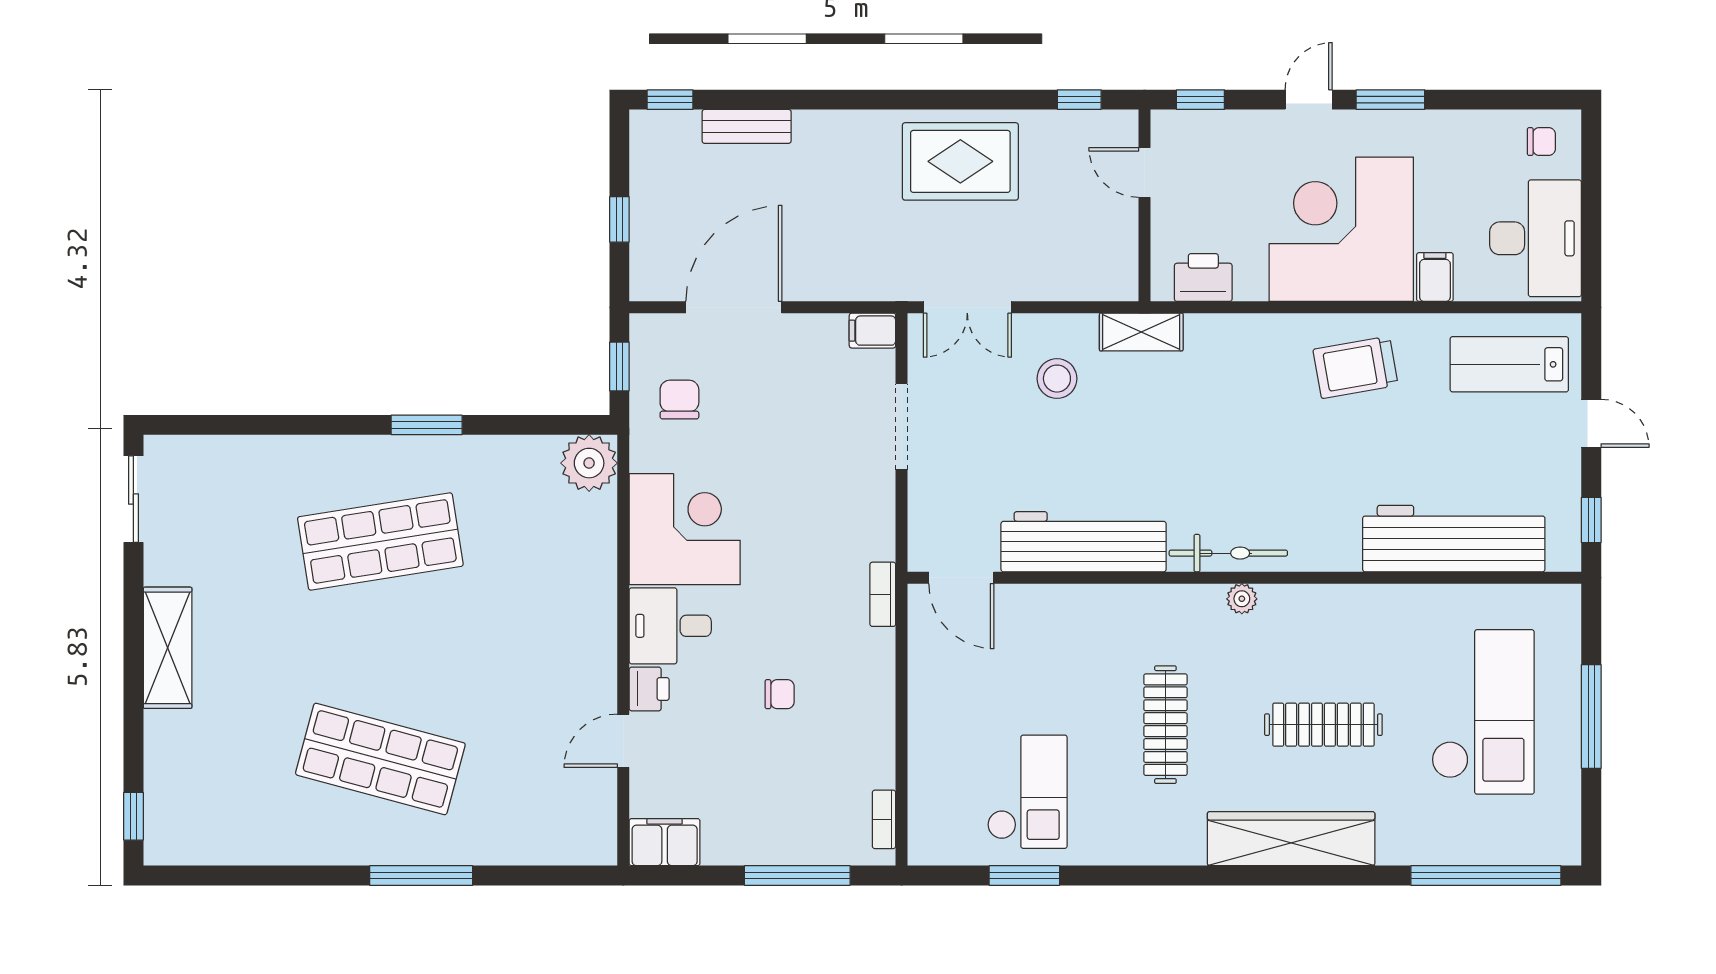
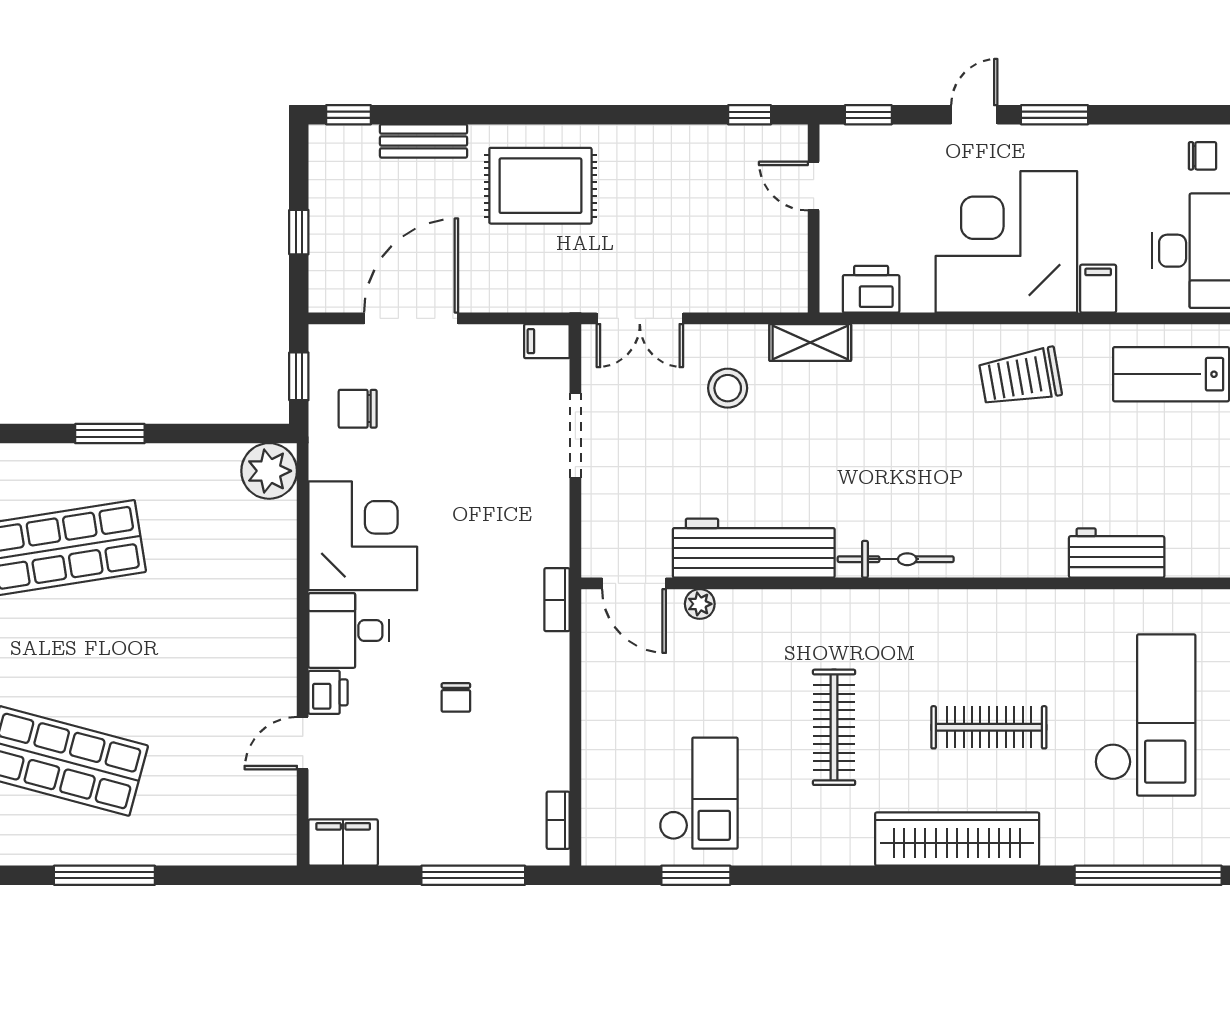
rug: (960, 161) -> (540, 186), moved
chair: (679, 400) -> (358, 409), turned -90
workbench: (1454, 539) -> (1117, 553), width x0.53, depth x0.76
plant: (1242, 599) -> (700, 604), moved
chair: (780, 694) -> (456, 697), turned 90

